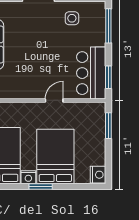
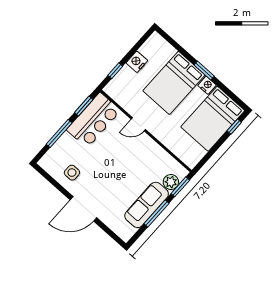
window: (108, 26) -> (59, 134), moved
window: (108, 126) -> (115, 71), width x0.67
nightstand: (98, 175) -> (137, 62), moved

